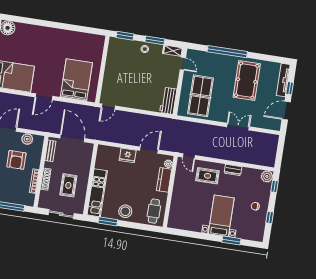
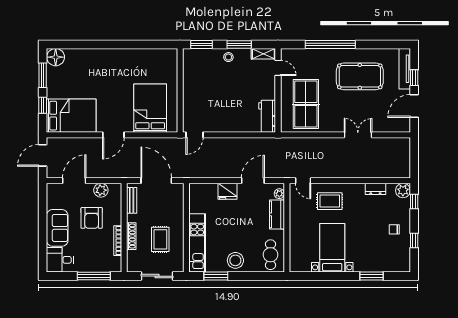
pool table: (247, 81) -> (360, 76), turned 90
dresser: (233, 170) -> (375, 189), moved
bed with nightstands: (221, 216) -> (332, 248), moved

